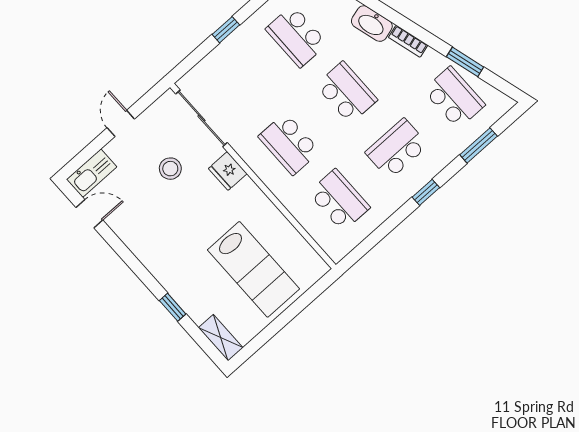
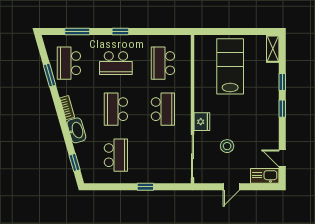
window: (144, 275) -> (282, 109), added

